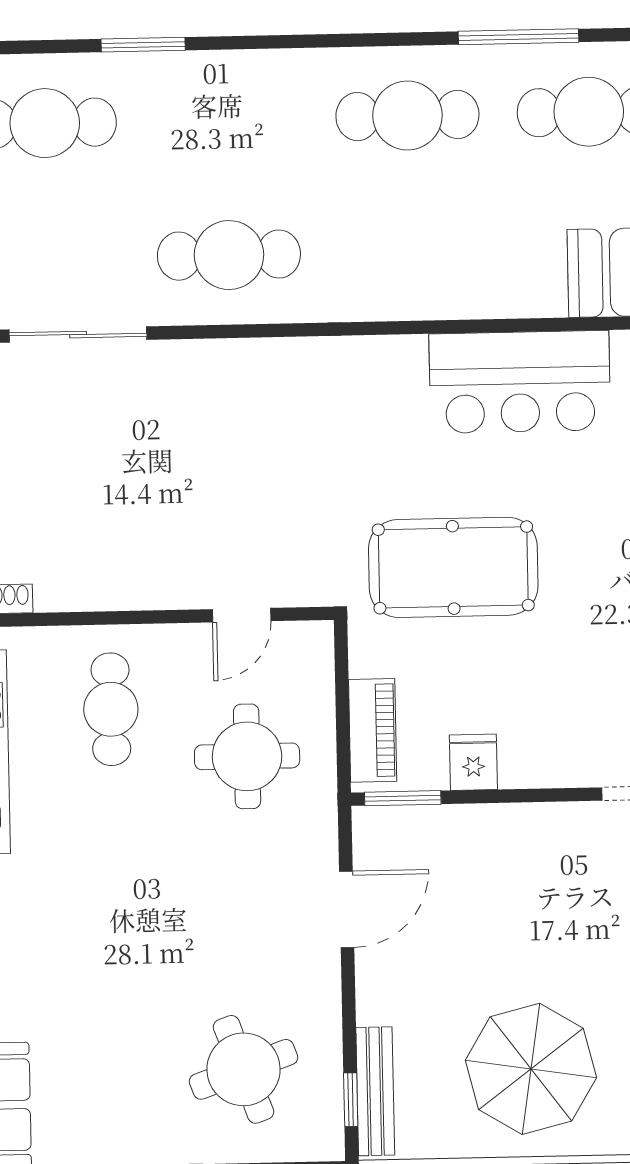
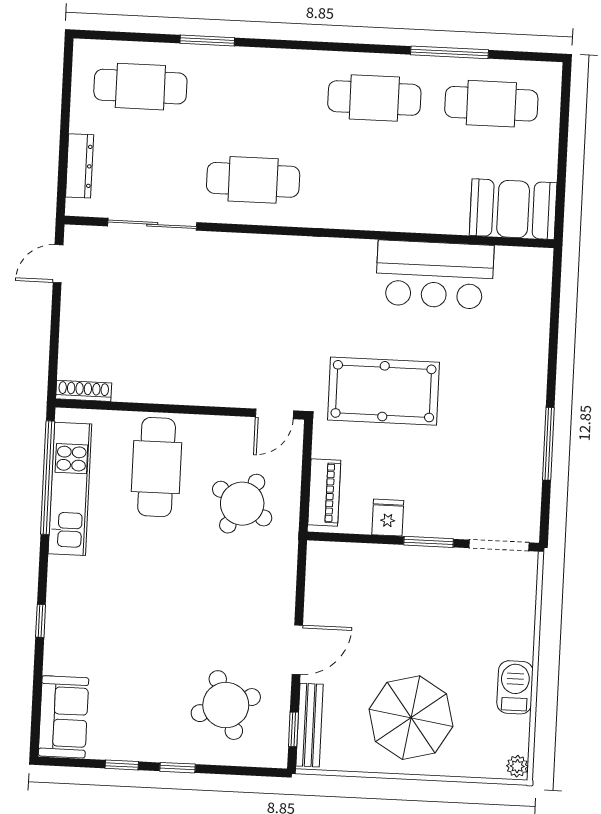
door: (242, 615) -> (275, 414), moved
cafe table: (111, 709) -> (157, 467), width x1.37, depth x1.35
round table: (247, 756) -> (242, 504), turned 31
window: (403, 798) -> (429, 542), moved
door: (347, 909) -> (297, 650), moved

